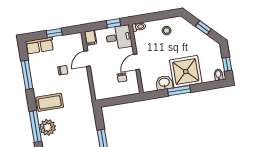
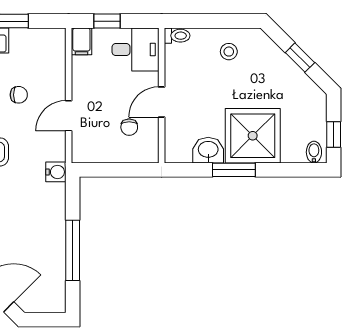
window: (114, 23) -> (107, 21), moved
door: (87, 59) -> (69, 116), moved
water cooler: (88, 107) -> (56, 172), added

